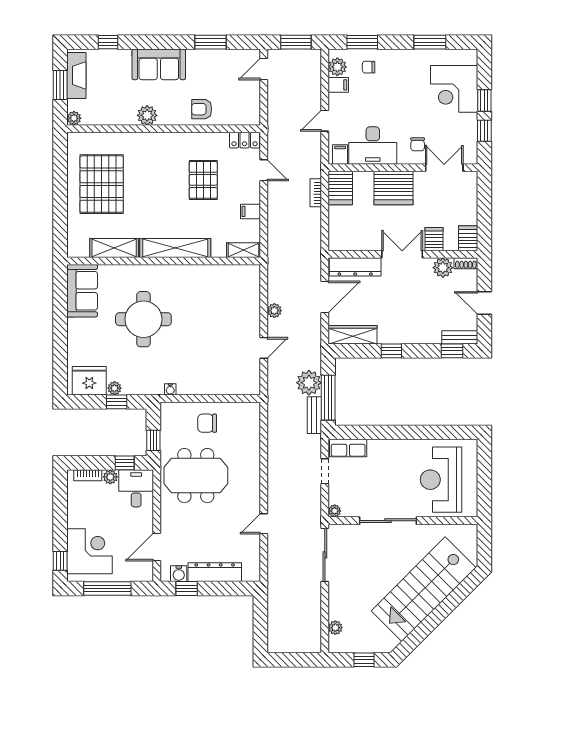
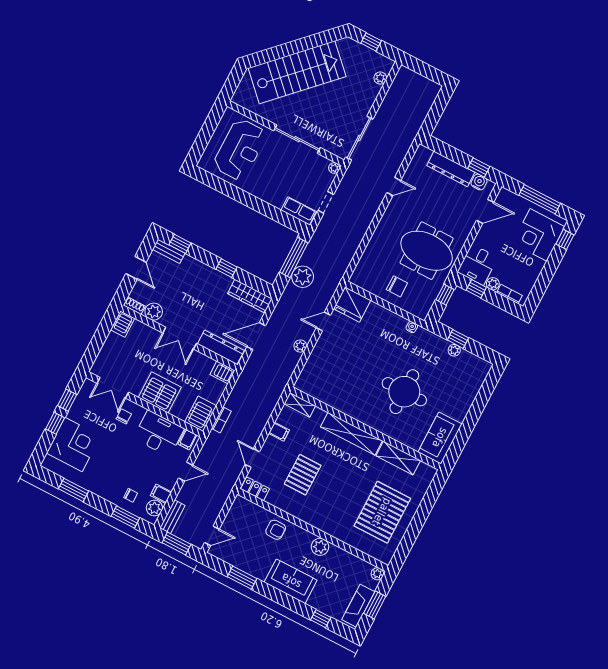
server rack: (434, 239) -> (222, 372), moved, turned 90
fridge: (89, 381) -> (352, 304), moved
bench: (314, 415) -> (172, 517), moved

